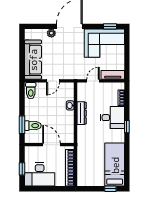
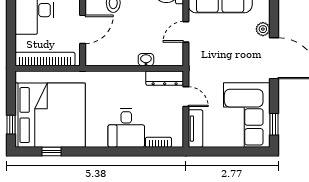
door: (53, 81) -> (186, 32), hinge flipped
dresser: (82, 113) -> (165, 78), moved
window: (127, 127) -> (51, 151), moved
bed: (115, 165) -> (50, 115), width x2.04

